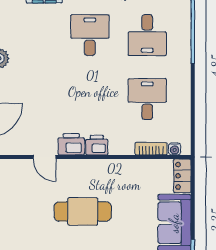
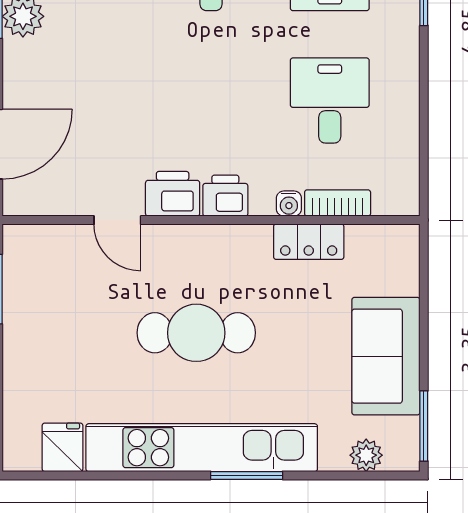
water cooler: (175, 149) -> (289, 204), moved
locker: (182, 176) -> (309, 242), moved, turned -90

